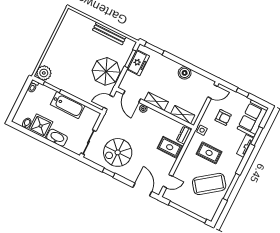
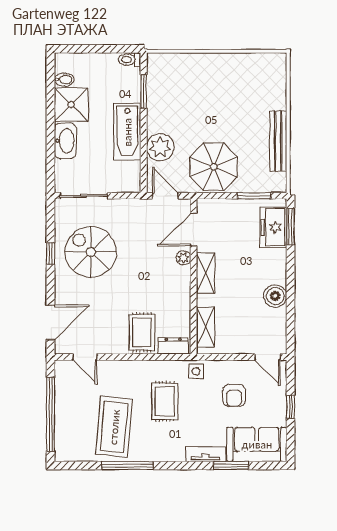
freezer: (138, 63) -> (273, 227), moved, turned 90
plant: (44, 73) -> (160, 147), moved
coffee table: (209, 184) -> (114, 427), turned 42

